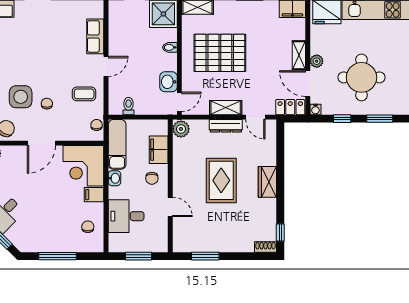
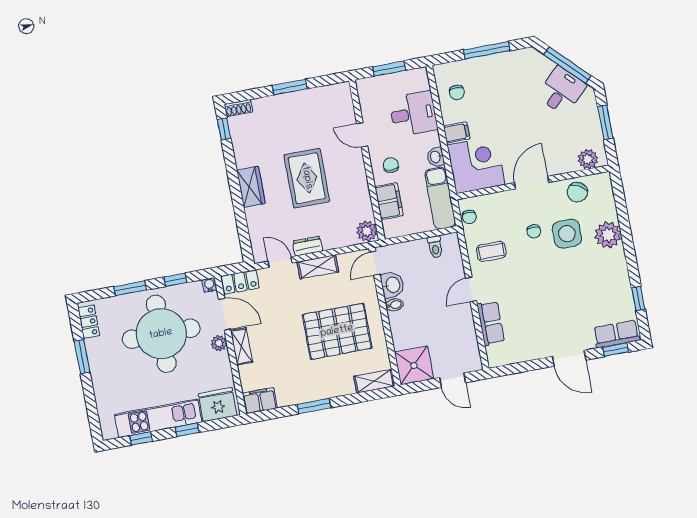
bidet: (170, 47) -> (394, 305), moved
round table: (362, 77) -> (161, 334), width x1.36, depth x1.36
dresser: (226, 126) -> (308, 246), width x0.70
window: (205, 256) -> (290, 87), moved

